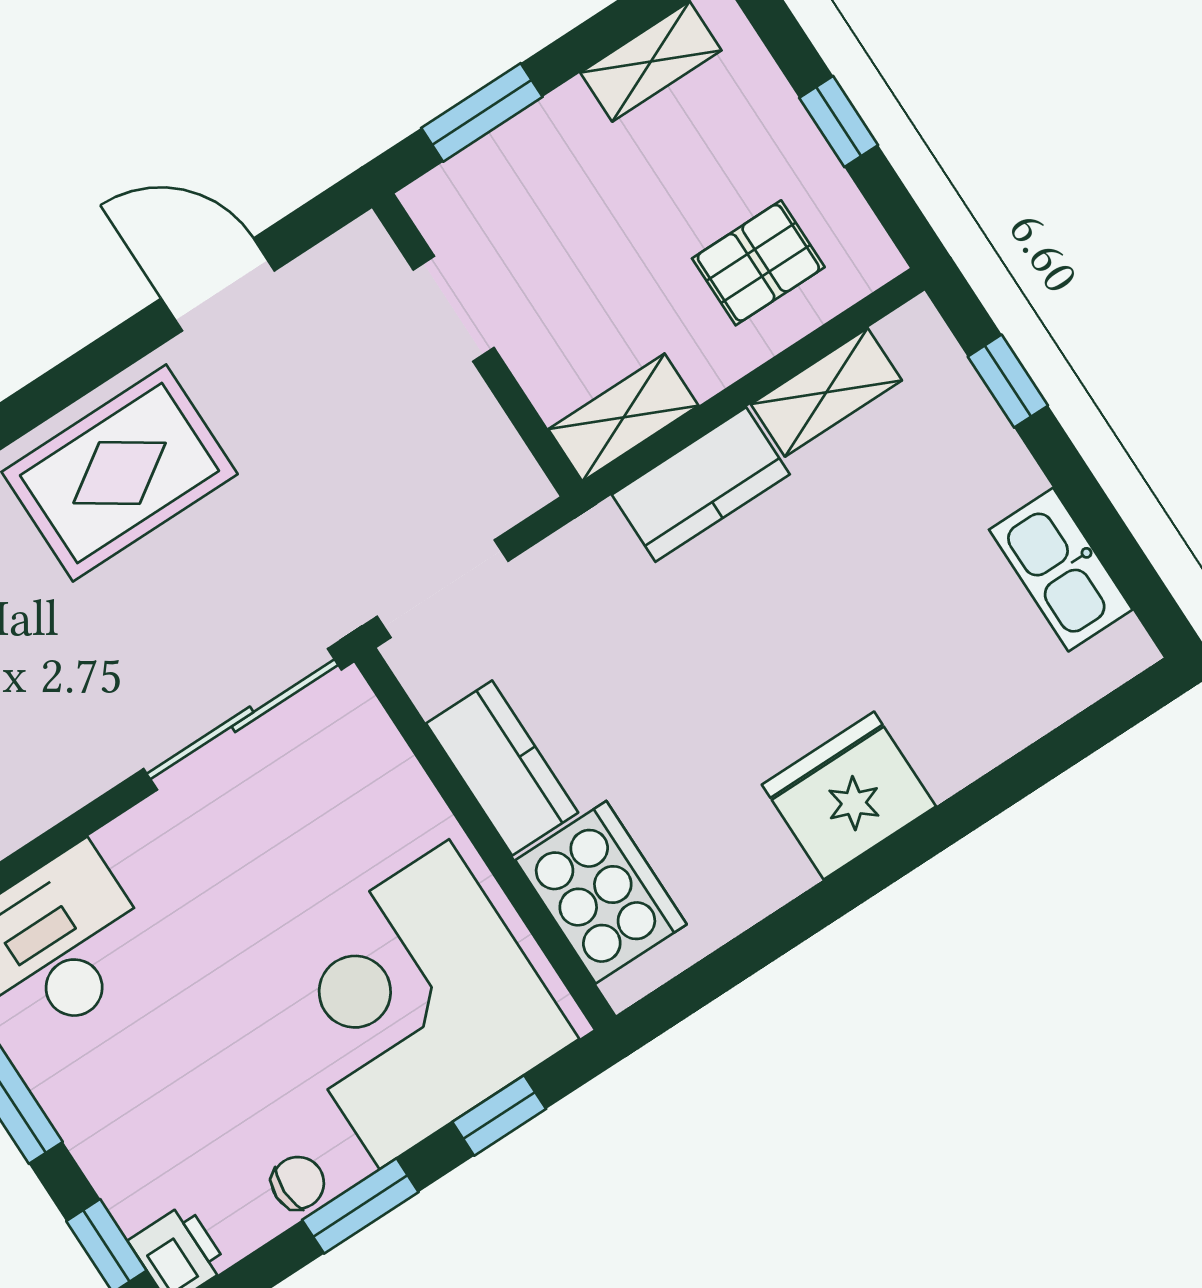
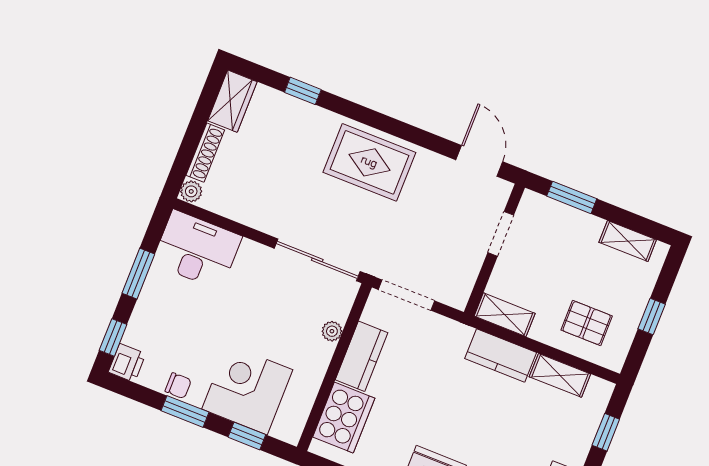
door: (218, 285) -> (479, 161), moved
plant: (409, 792) -> (332, 331), added
corner desk: (414, 1004) -> (247, 389), width x0.74, depth x0.74

